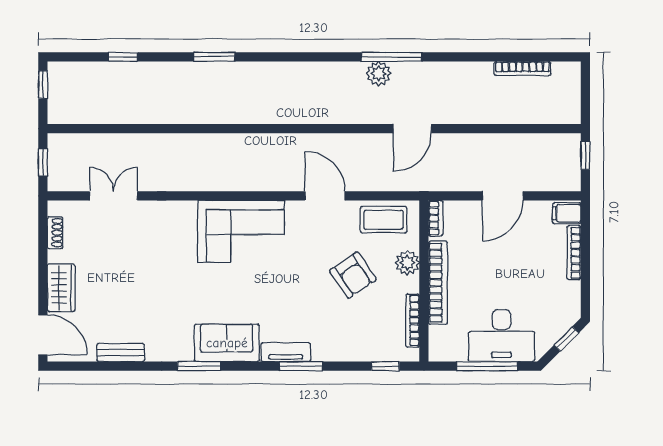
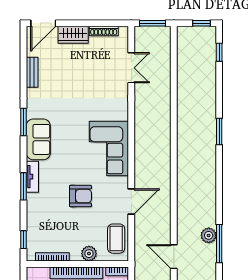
window: (123, 57) -> (219, 52), moved
window: (43, 162) -> (152, 23), width x1.50
shoe rack: (55, 233) -> (104, 31), width x1.43
armchair: (353, 275) -> (81, 196), moved, turned -146

